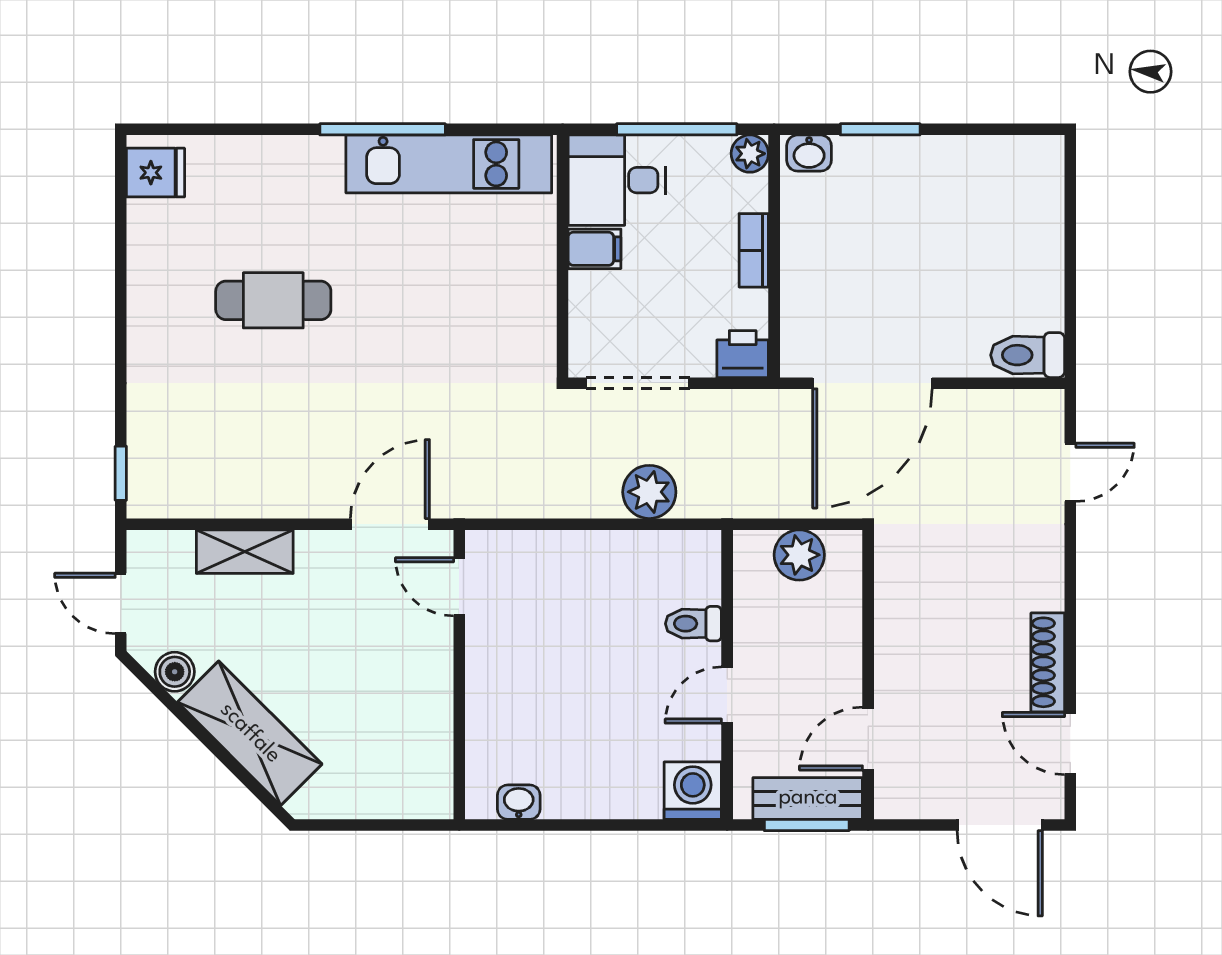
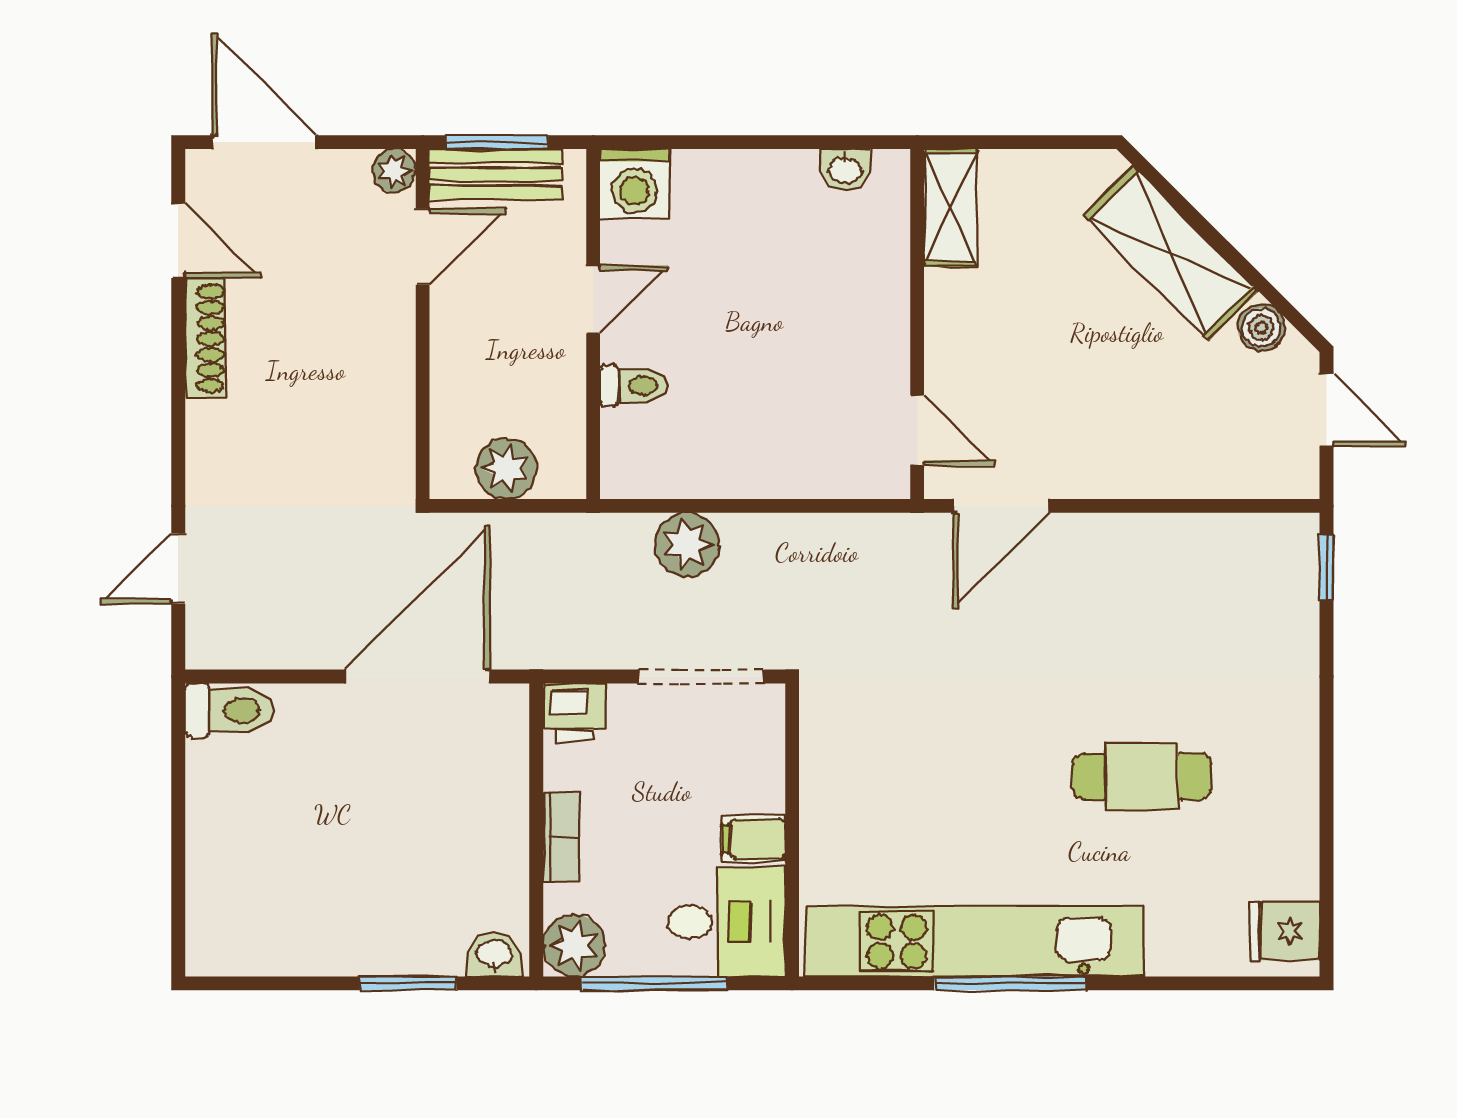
plant: (750, 154) -> (574, 946), width x1.38, depth x1.38
kitchen unit: (449, 164) -> (975, 942), width x1.36
shelving: (245, 552) -> (950, 207), moved, turned 90
plant: (892, 801) -> (394, 171), added

